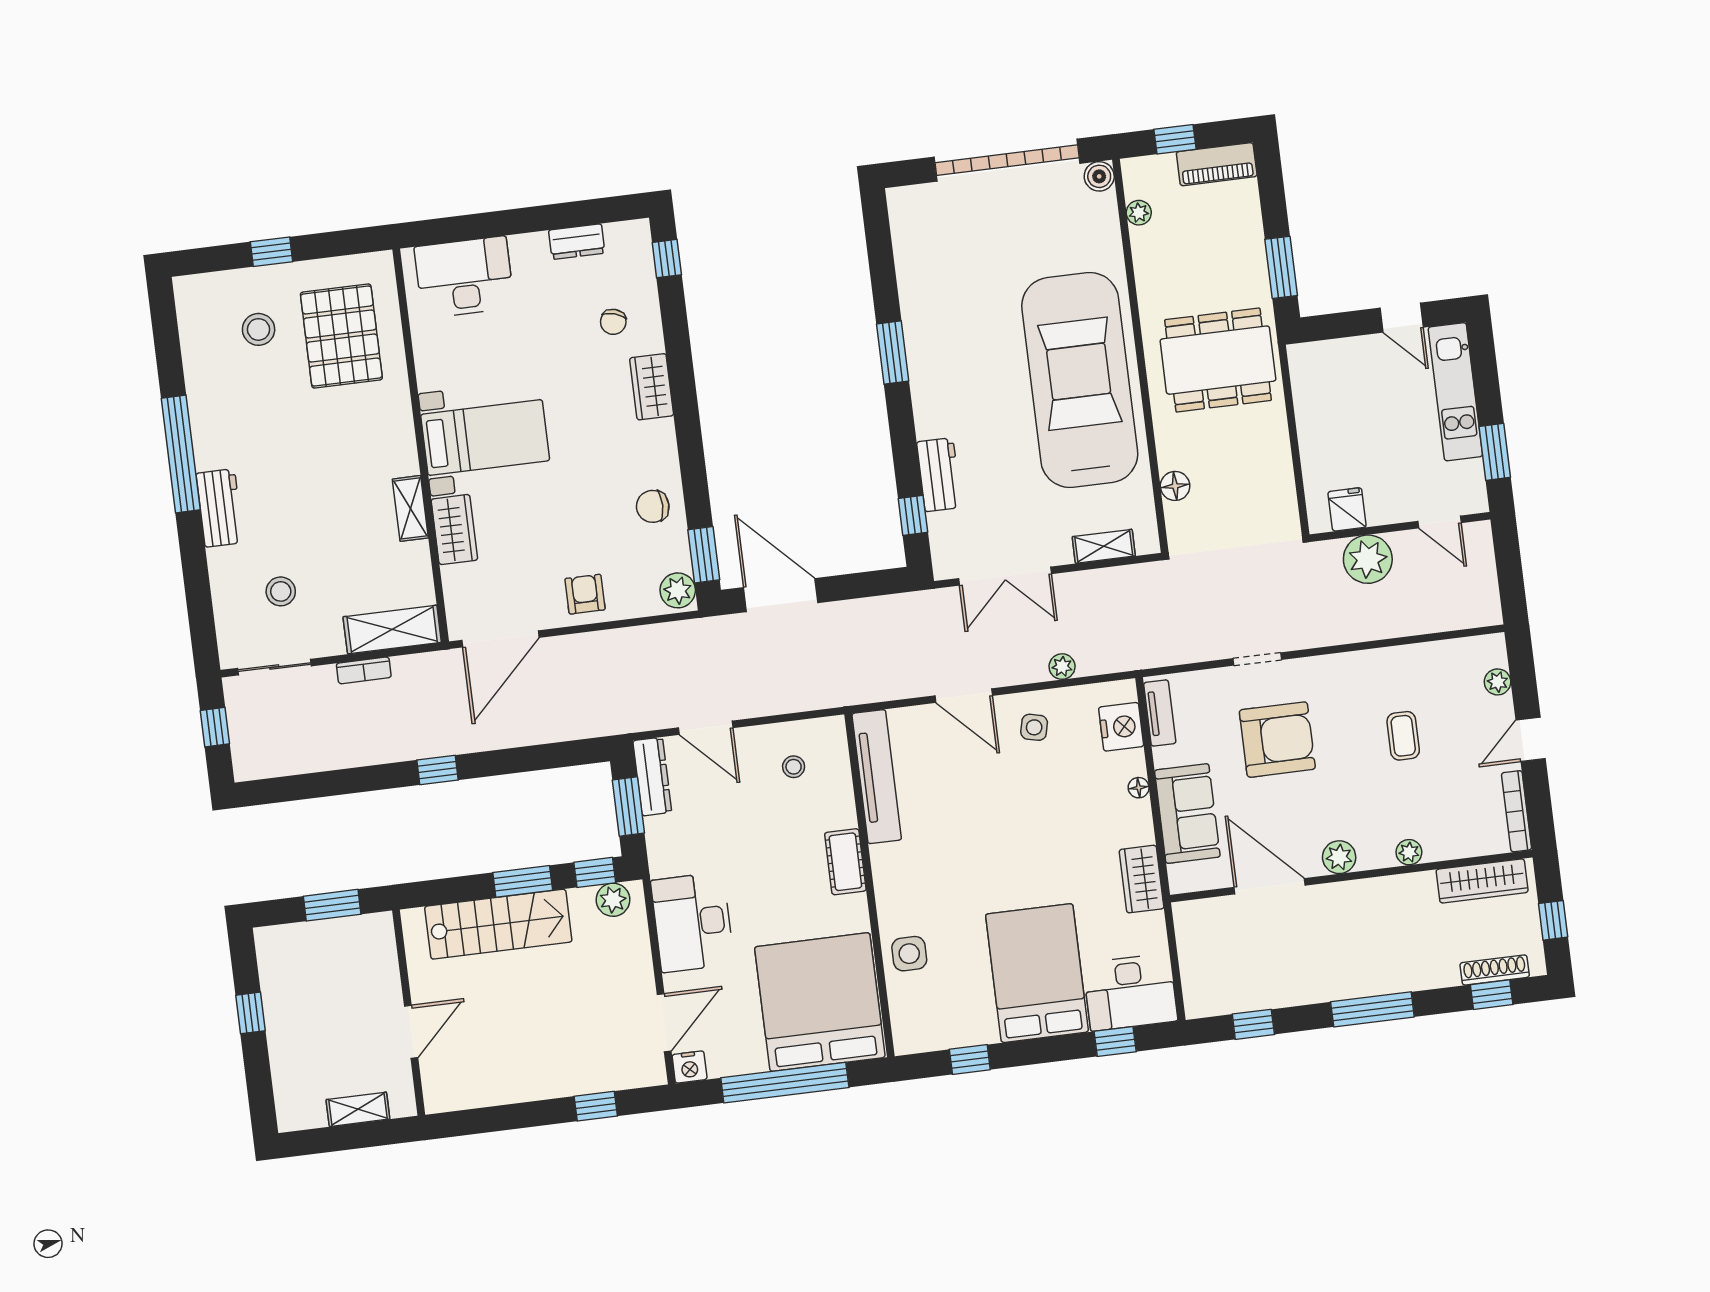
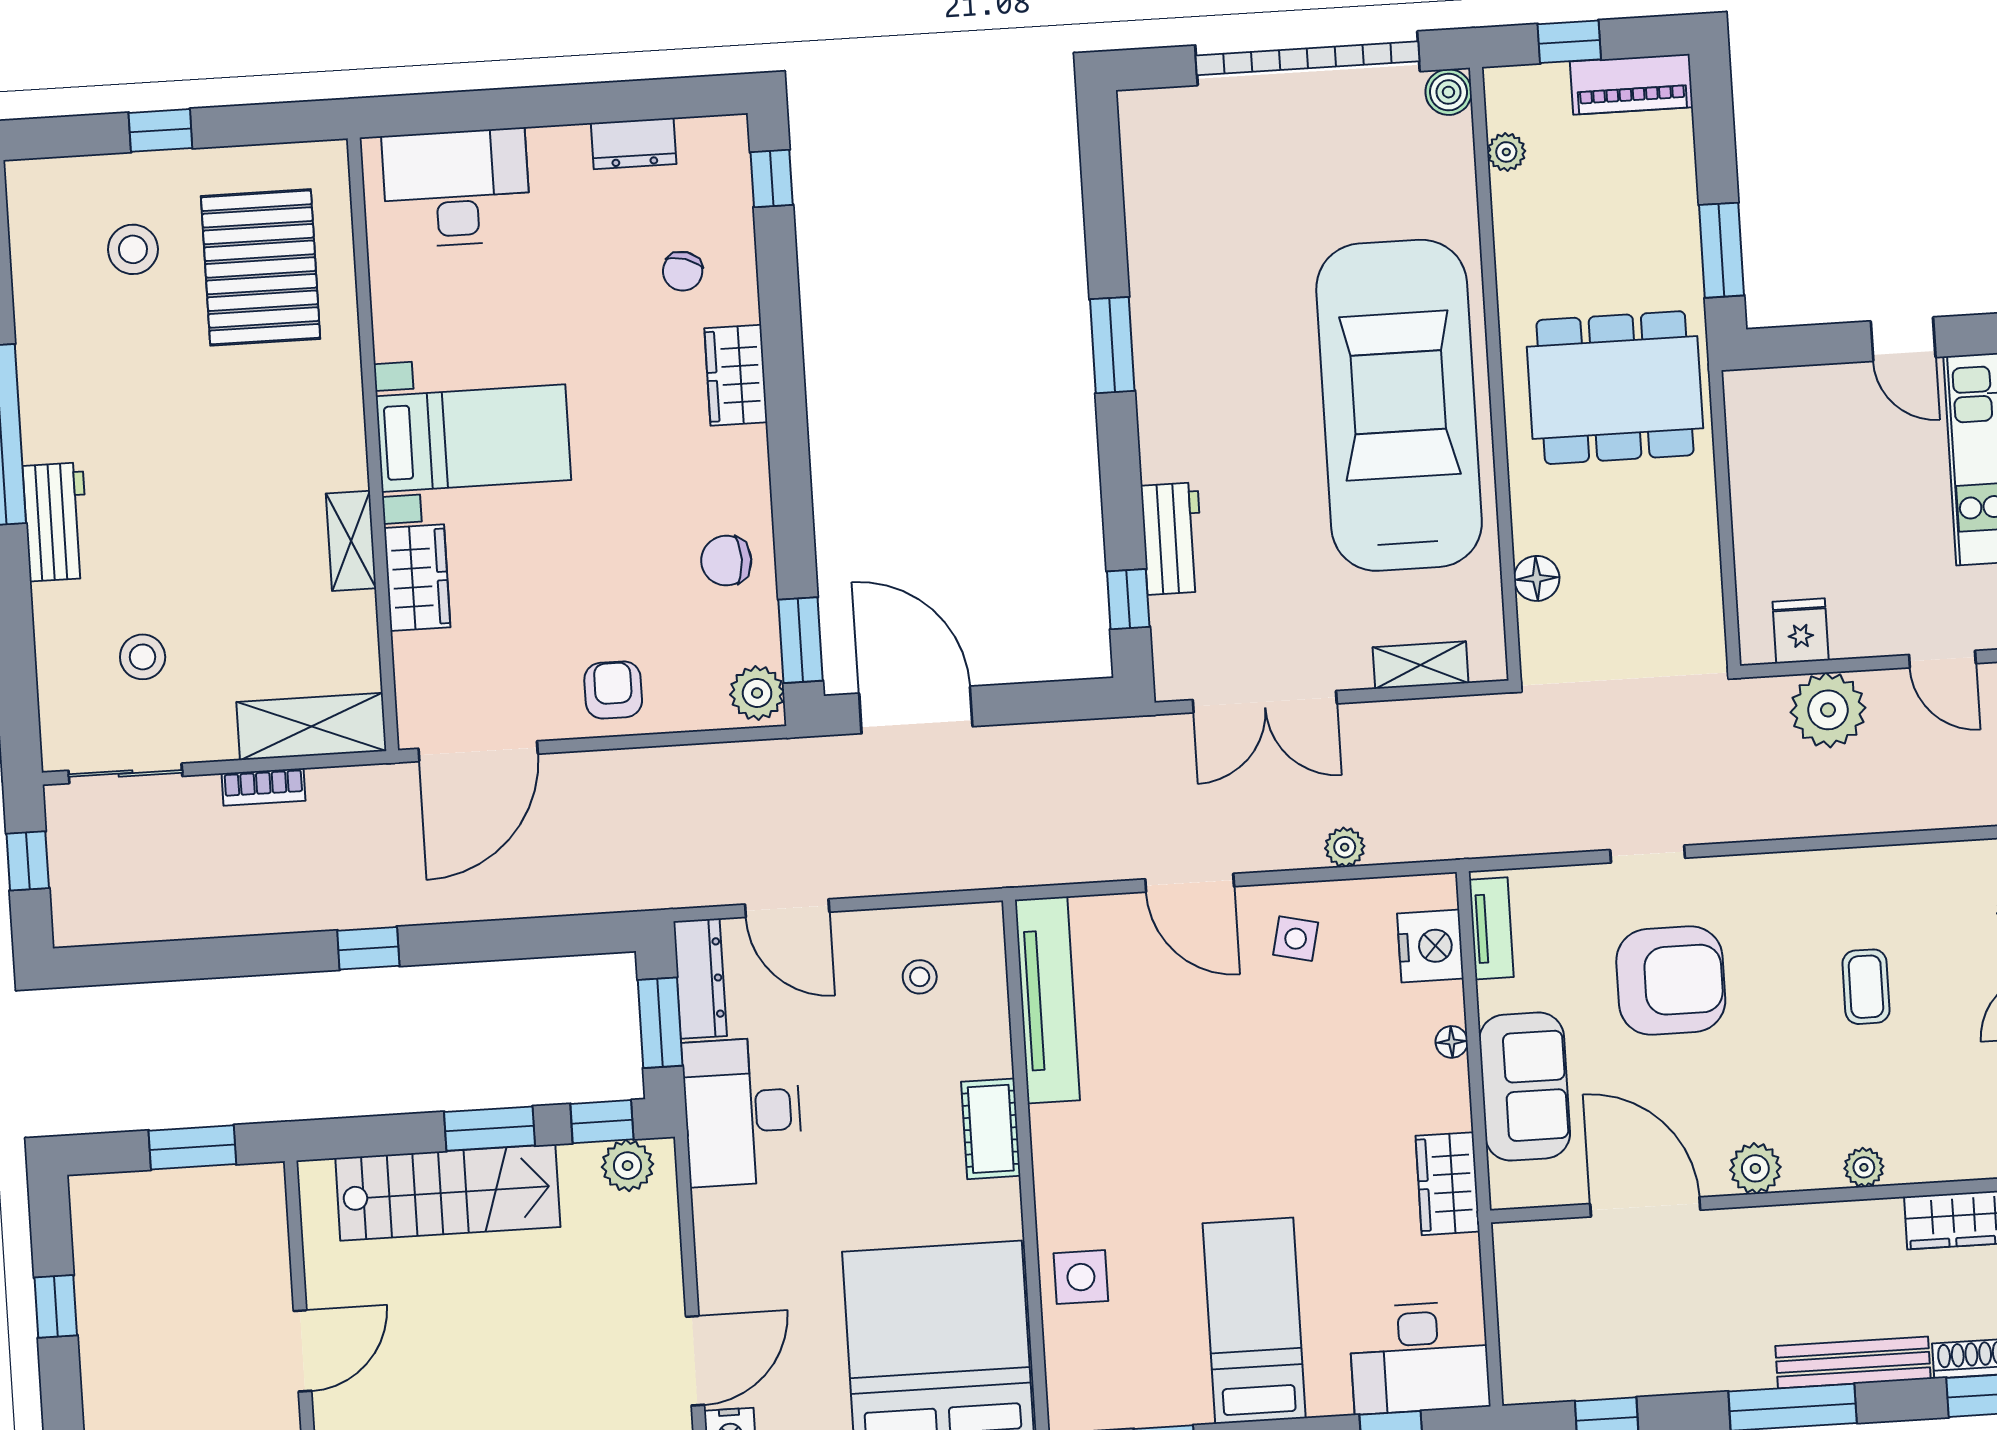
desk: (693, 922) -> (742, 1112), moved
bed: (1037, 973) -> (1254, 1321), width x0.67
bench: (1410, 978) -> (1853, 1362), added

